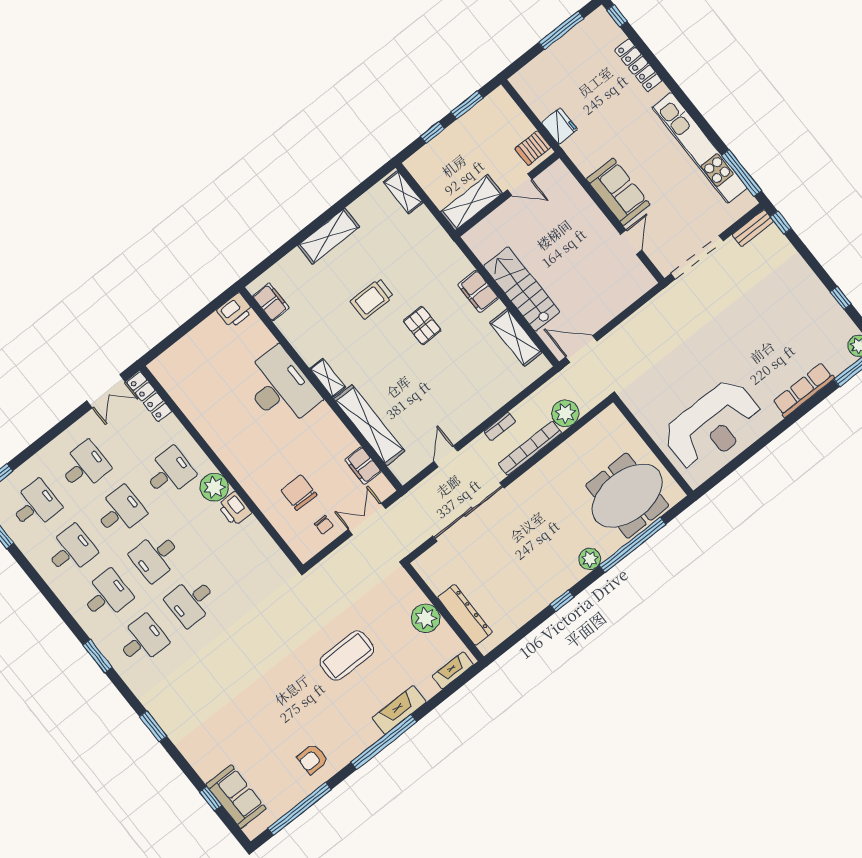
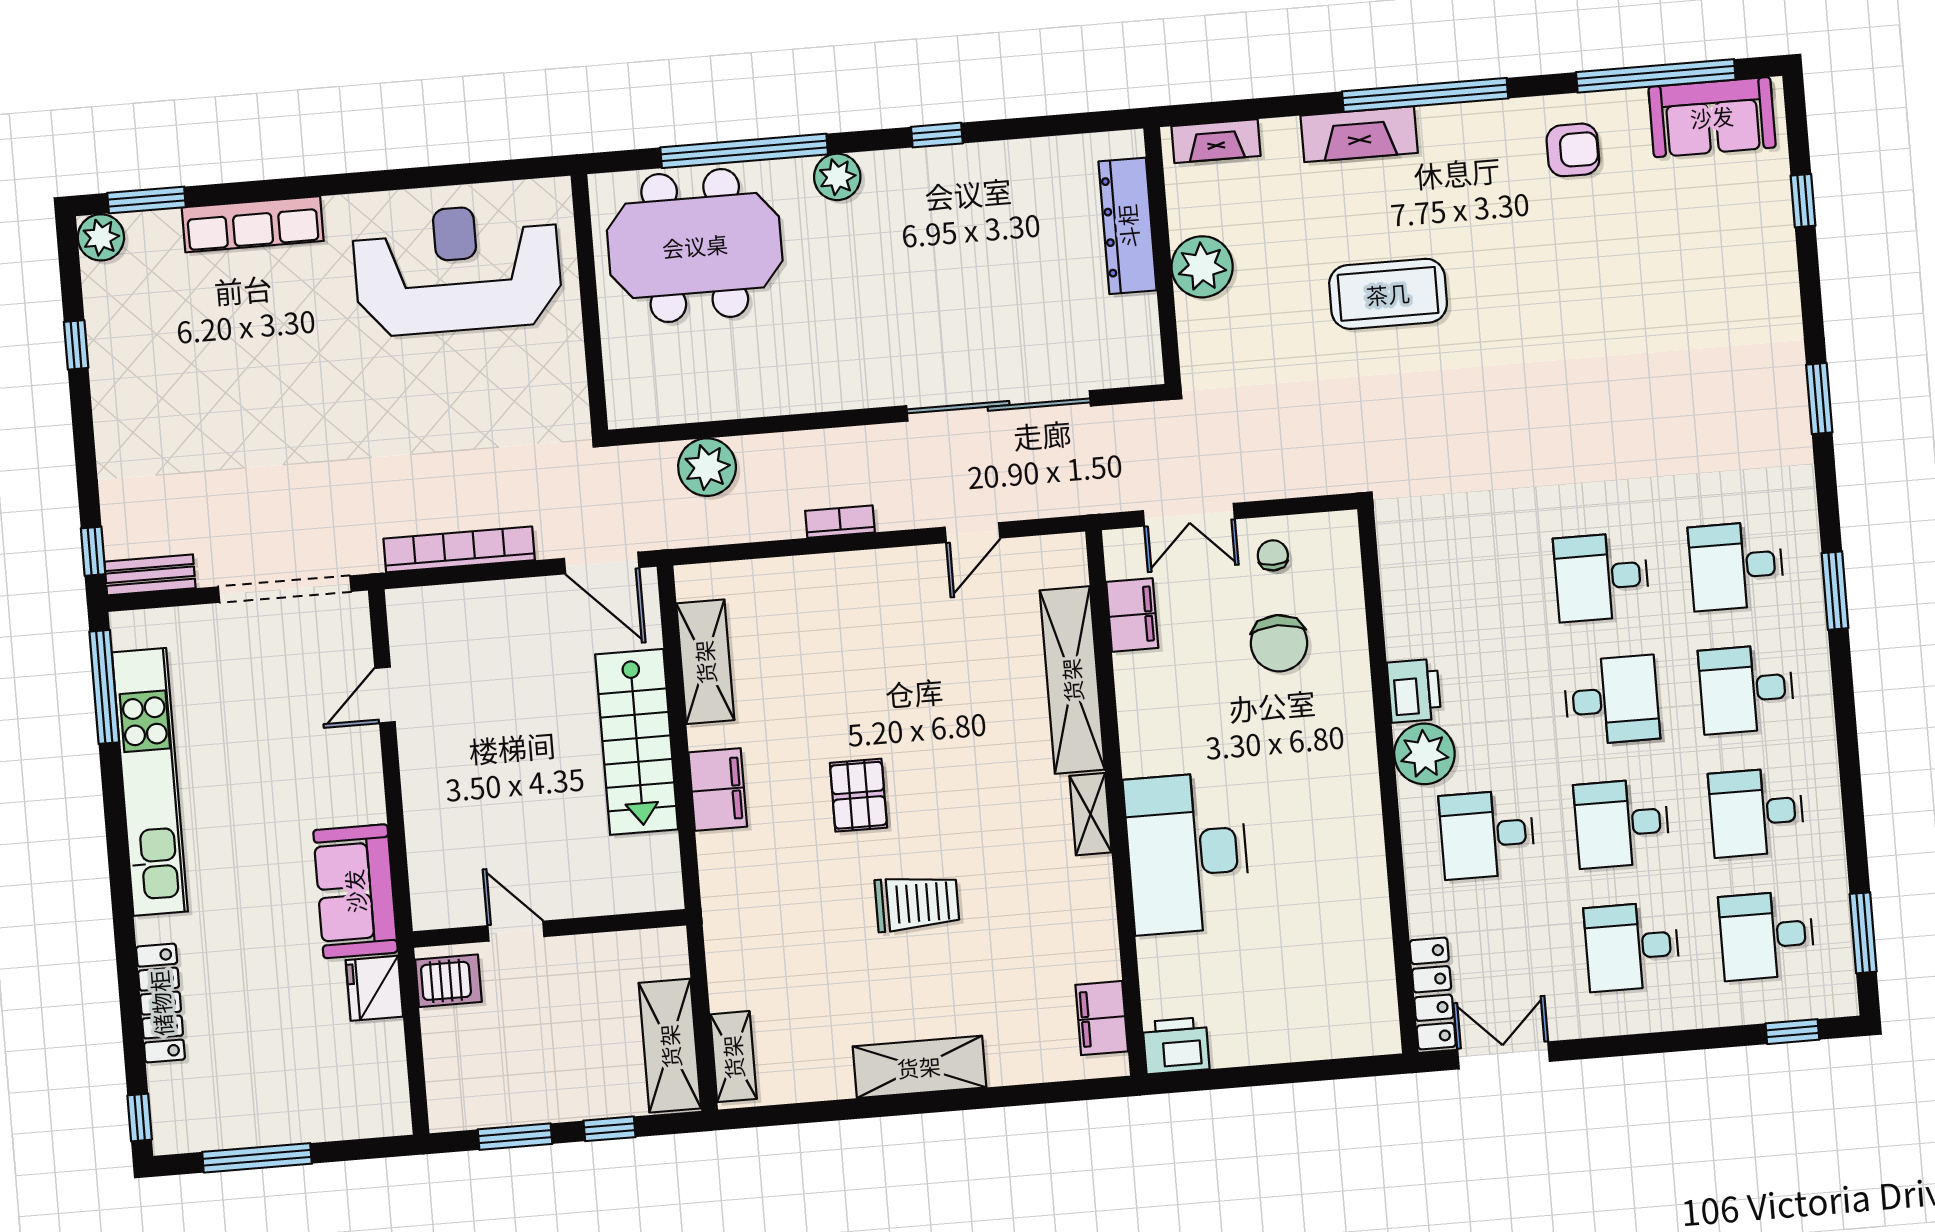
sofa: (618, 192) -> (355, 891), moved
shelving: (471, 202) -> (670, 1046), moved, turned 90
bookcase: (530, 448) -> (459, 549), moved, turned 180
desk: (191, 601) -> (1602, 577), turned 180
sofa: (236, 797) -> (1712, 117), moved, turned -90

